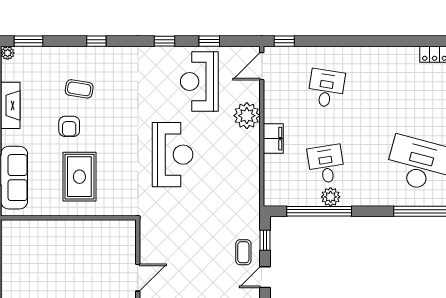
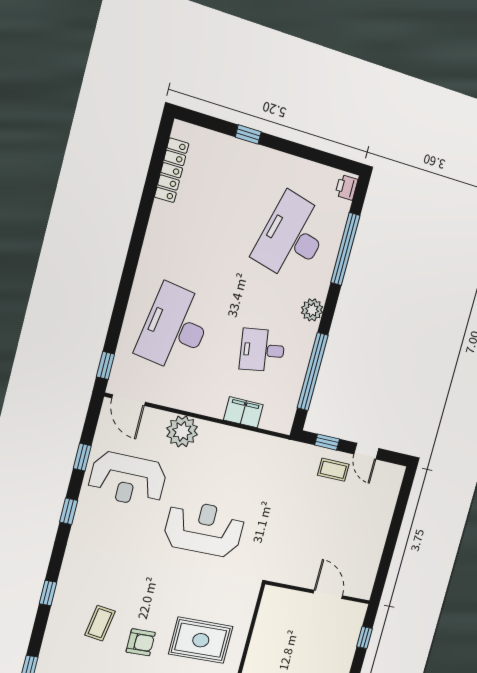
desk: (326, 88) -> (175, 328), width x1.87, depth x1.30
filing cabinet: (273, 139) -> (243, 412), moved
plant: (331, 197) -> (312, 310), moved

